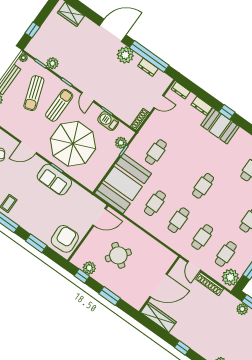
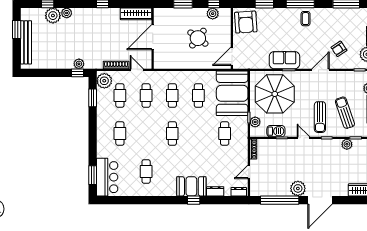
dresser: (148, 67) -> (275, 191), removed
parasol: (73, 144) -> (275, 94), moved

